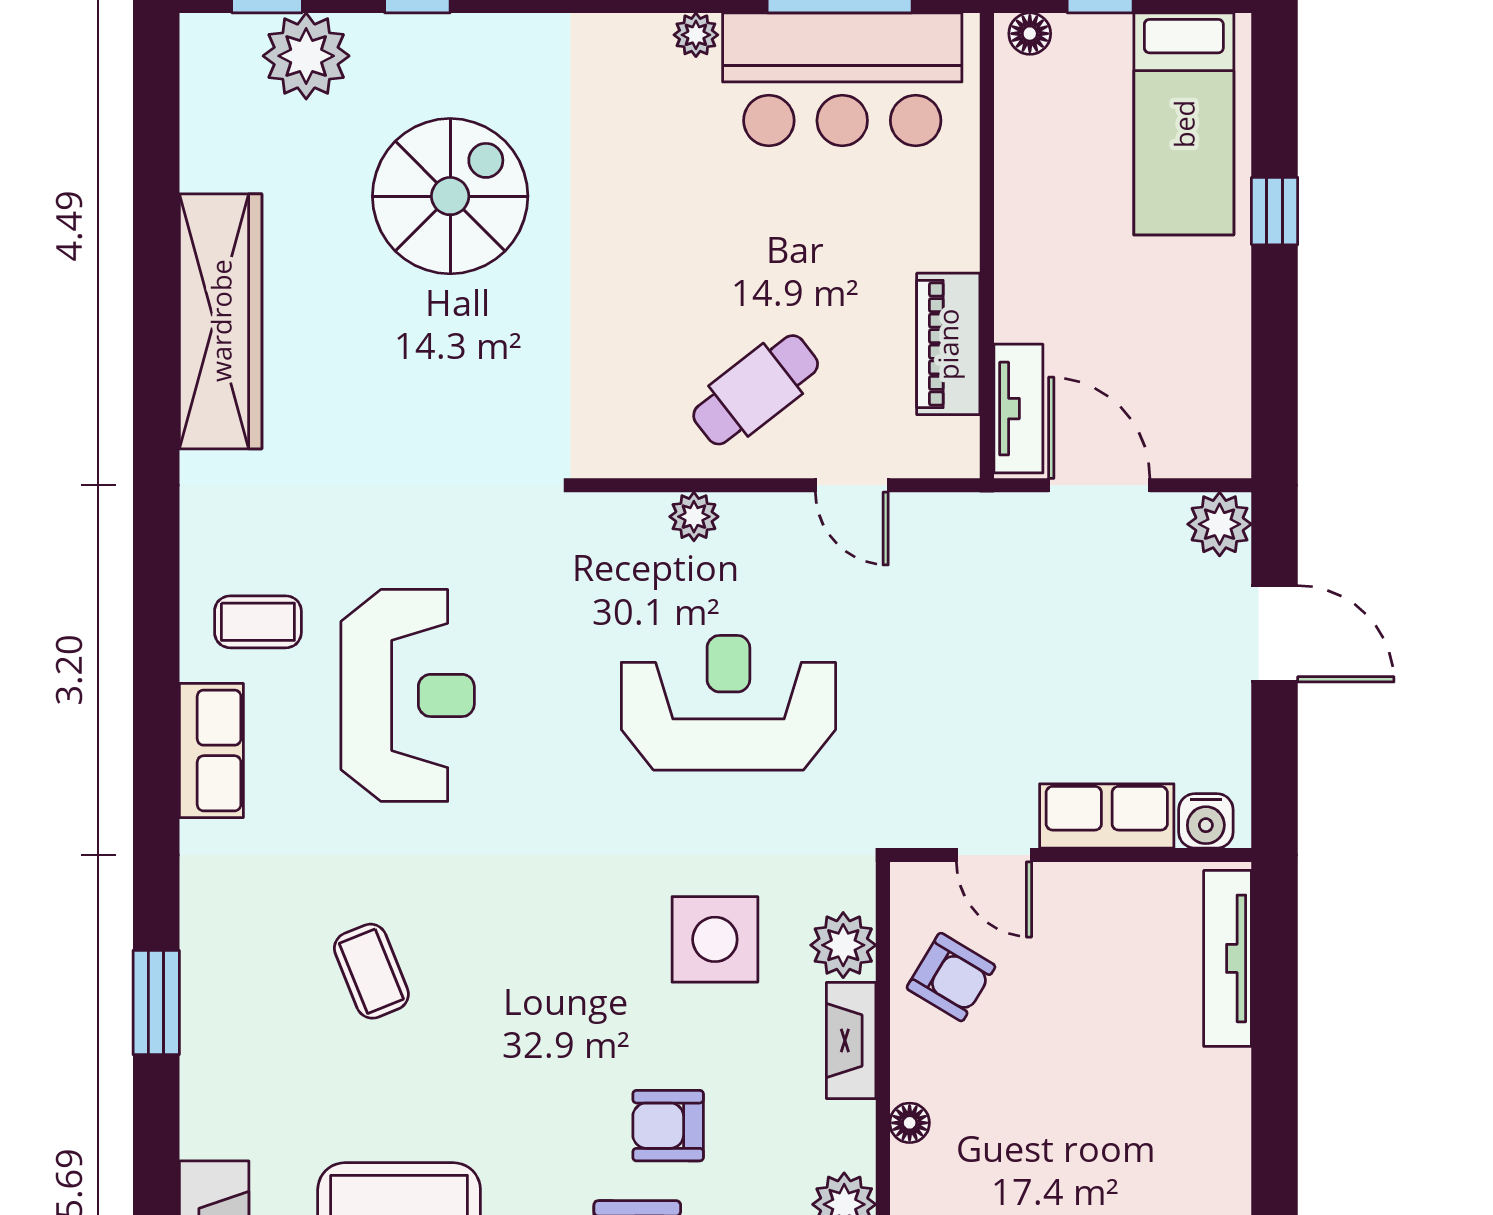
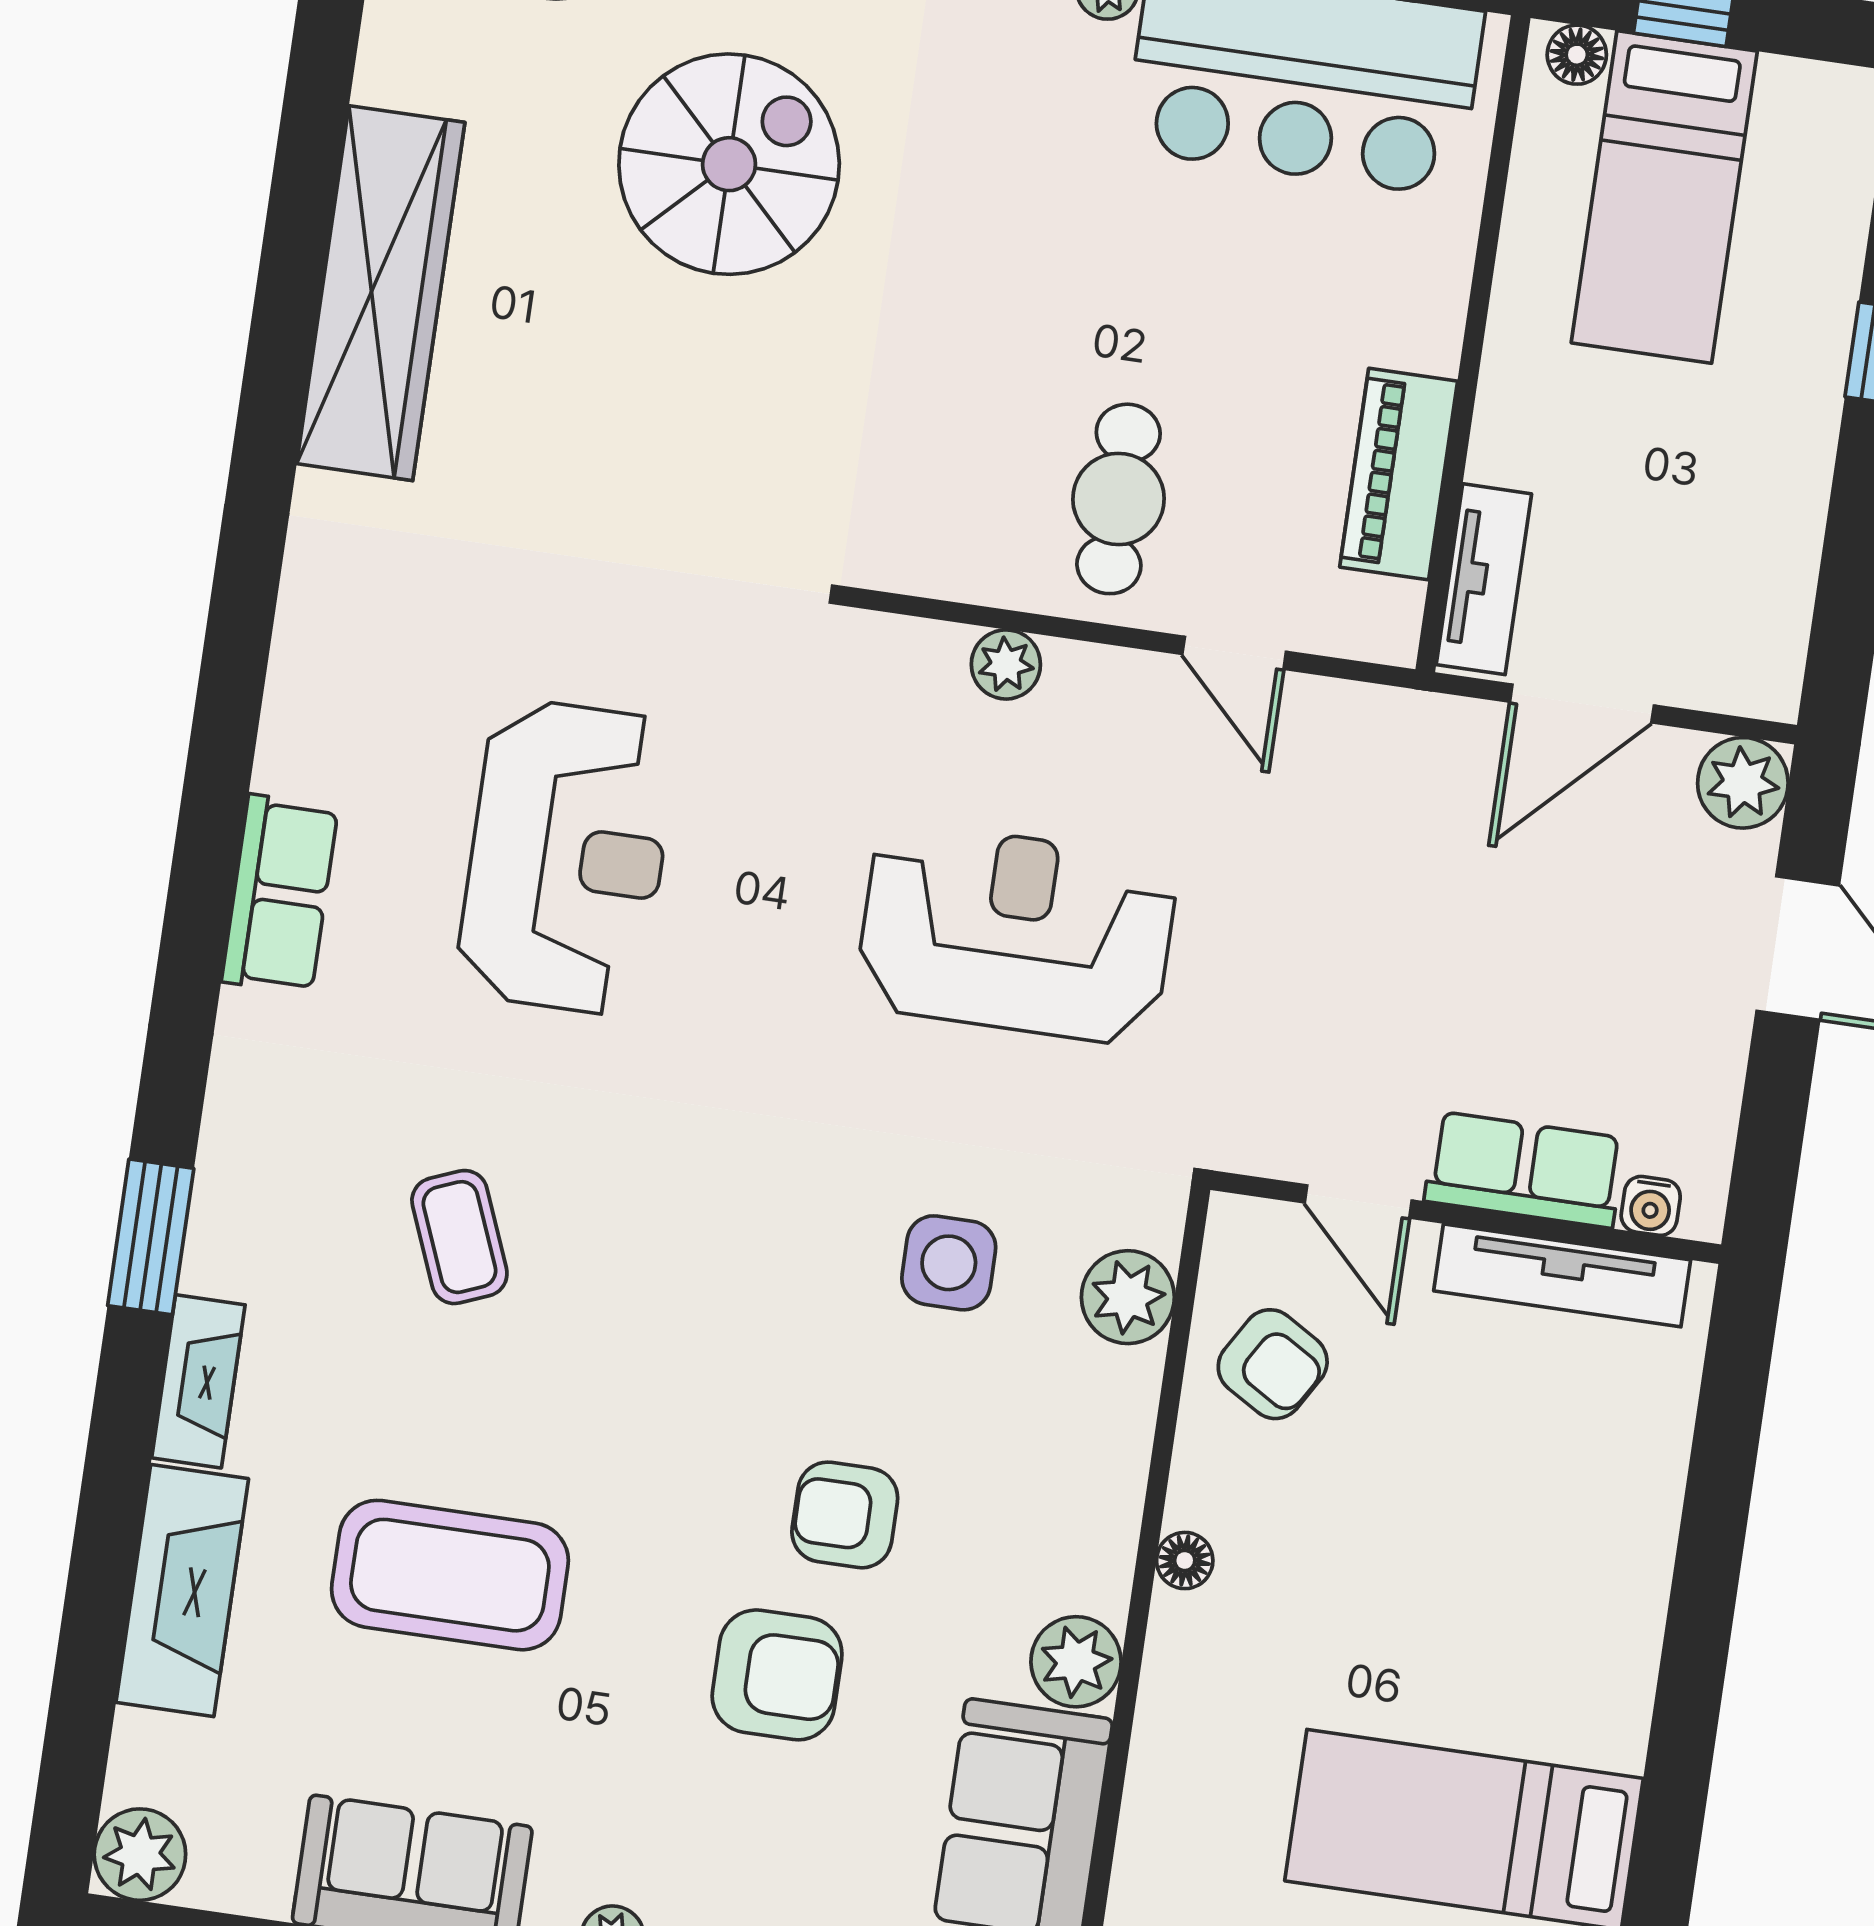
bed: (1184, 124) -> (1664, 197), moved
cafe table: (756, 390) -> (1119, 499), turned -52
door: (1099, 485) -> (1582, 704), swing flipped
coffee table: (258, 622) -> (372, 723), removed
water cooler: (1206, 821) -> (1651, 1206), width x0.72, depth x0.72
side table: (715, 939) -> (949, 1263), width x0.73, depth x0.73
tv unit: (1228, 958) -> (1562, 1275), moved, turned -90
fireplace: (851, 1040) -> (198, 1381), moved, turned 180

